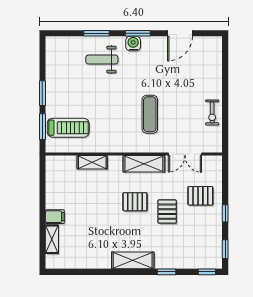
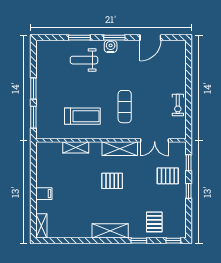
treadmill: (68, 128) -> (82, 116), moved
pallet: (167, 212) -> (154, 222), moved
shelving: (52, 239) -> (41, 226), moved
window: (225, 249) -> (189, 163), moved

